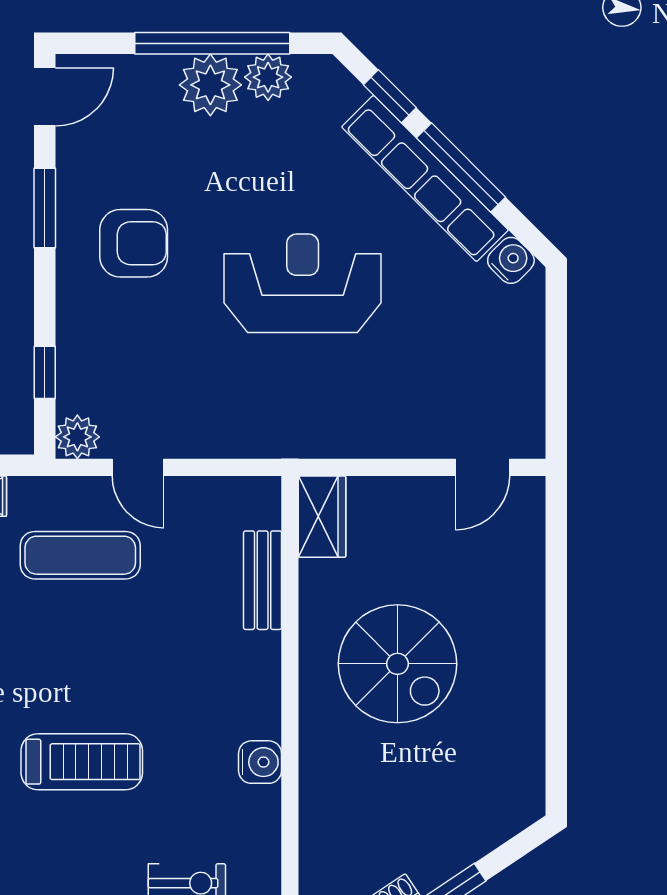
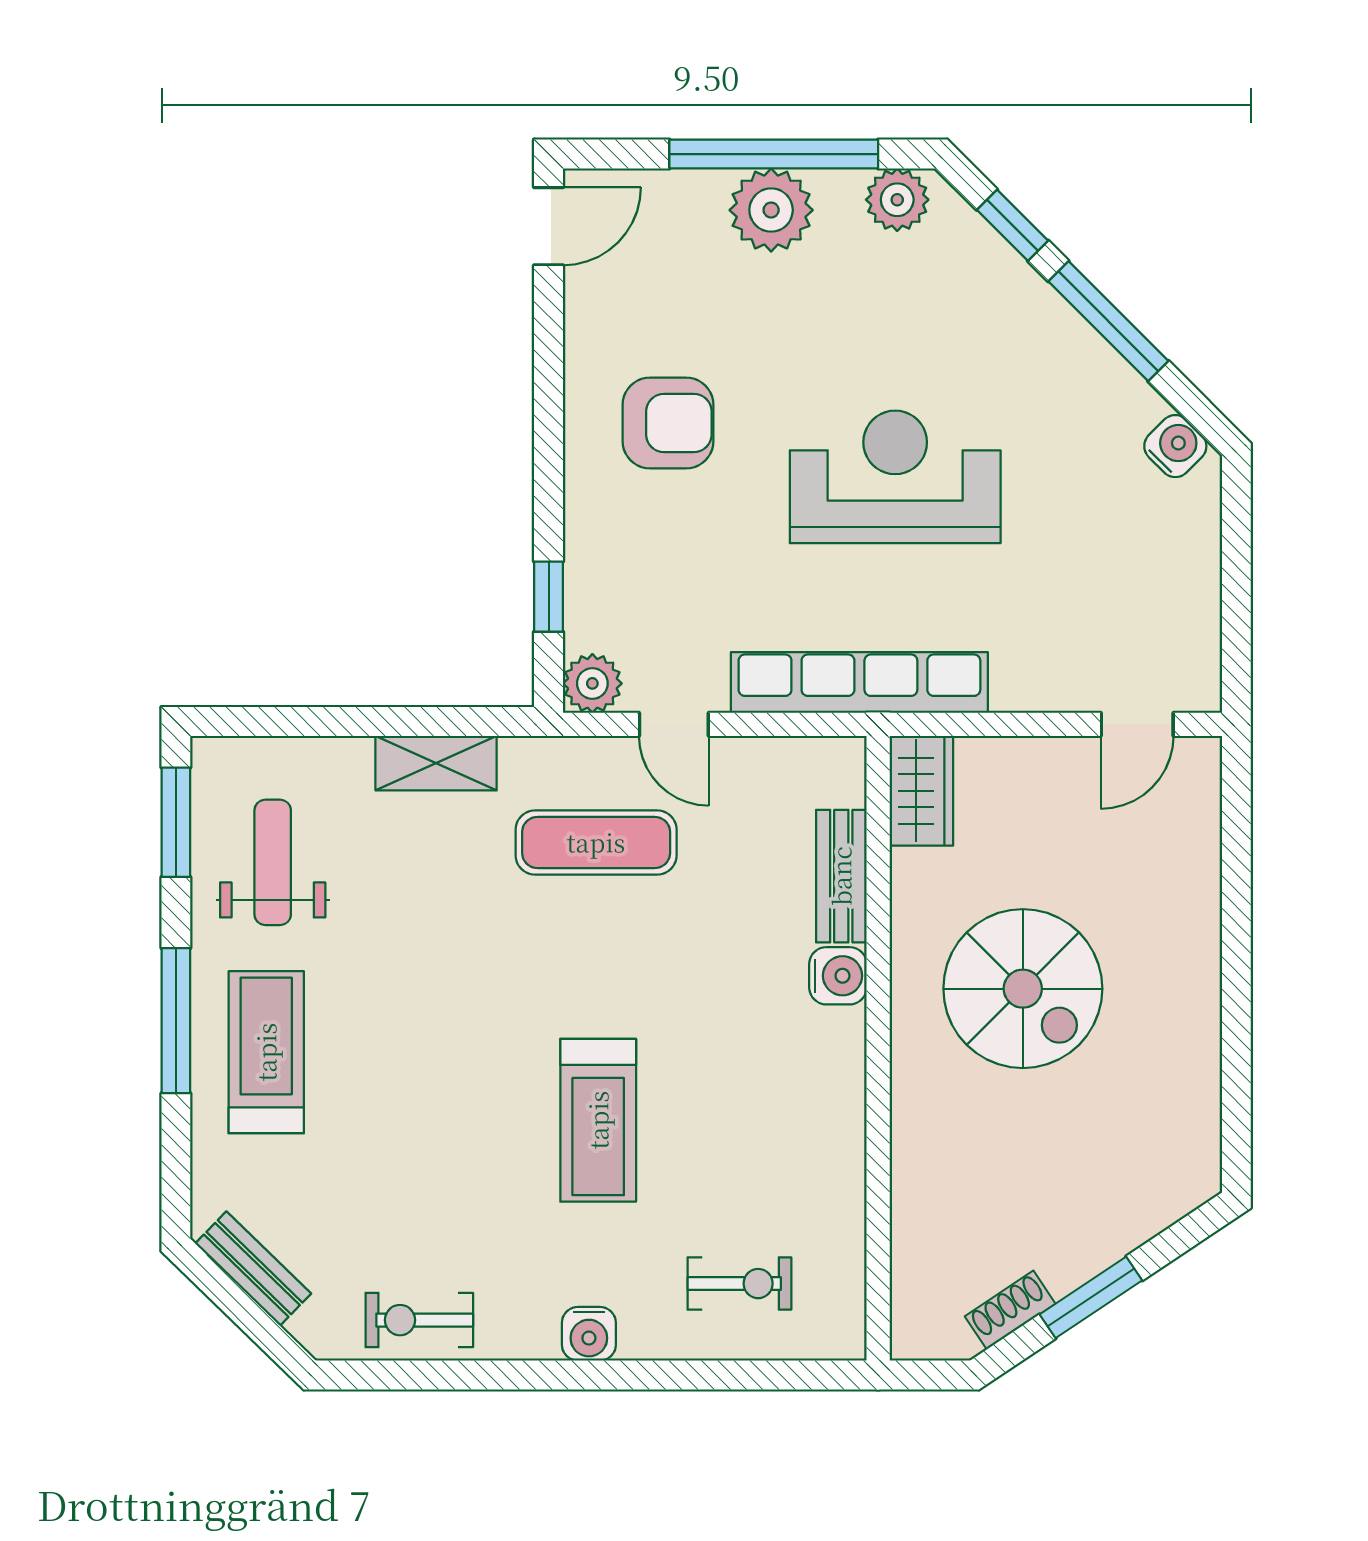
plant: (268, 77) -> (897, 200), moved
row of seats: (425, 178) -> (859, 682), moved, turned 135
window: (45, 208) -> (549, 376), removed
treadmill: (82, 762) -> (598, 1120), turned 90
water cooler: (260, 762) -> (838, 976), moved

